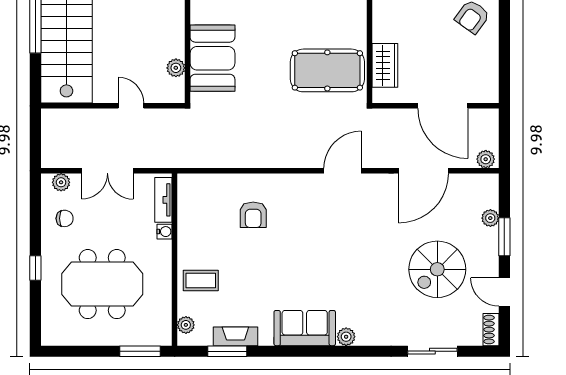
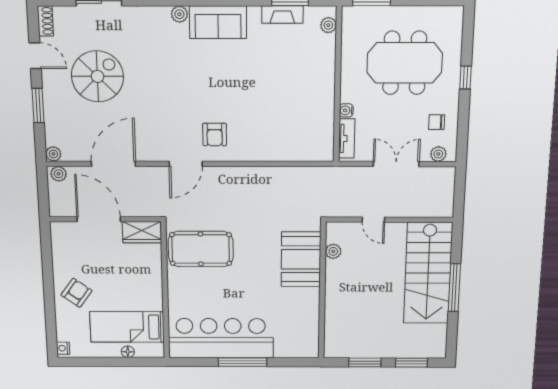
wardrobe: (385, 65) -> (142, 232), moved, turned -90
armchair: (253, 215) -> (215, 135), moved, turned 180
plant: (490, 218) -> (53, 154), moved
coffee table: (201, 281) -> (314, 66), removed

